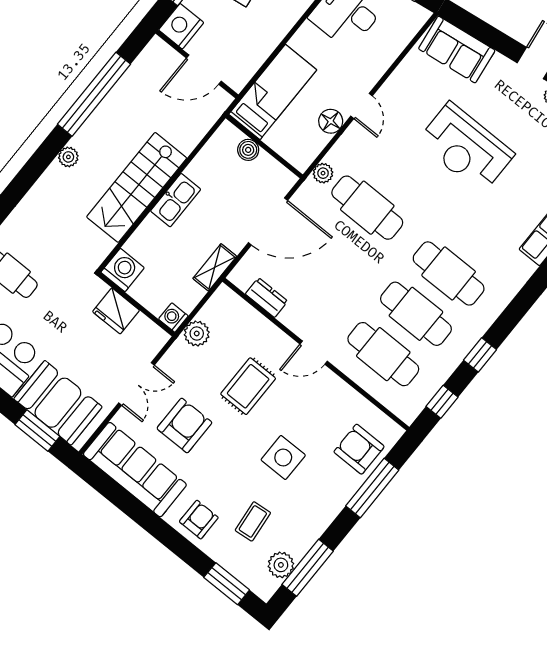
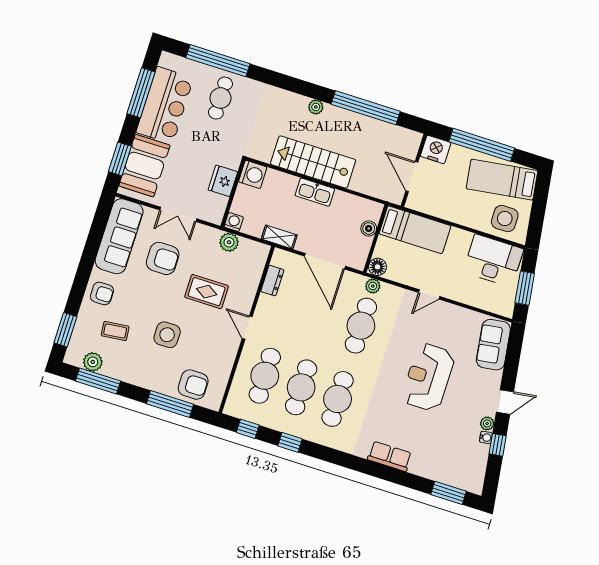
floor lamp: (331, 121) -> (377, 267), moved
armchair: (359, 449) -> (193, 385), turned 90

